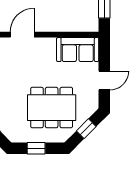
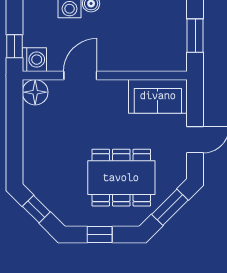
window: (86, 129) -> (170, 207), width x1.50

